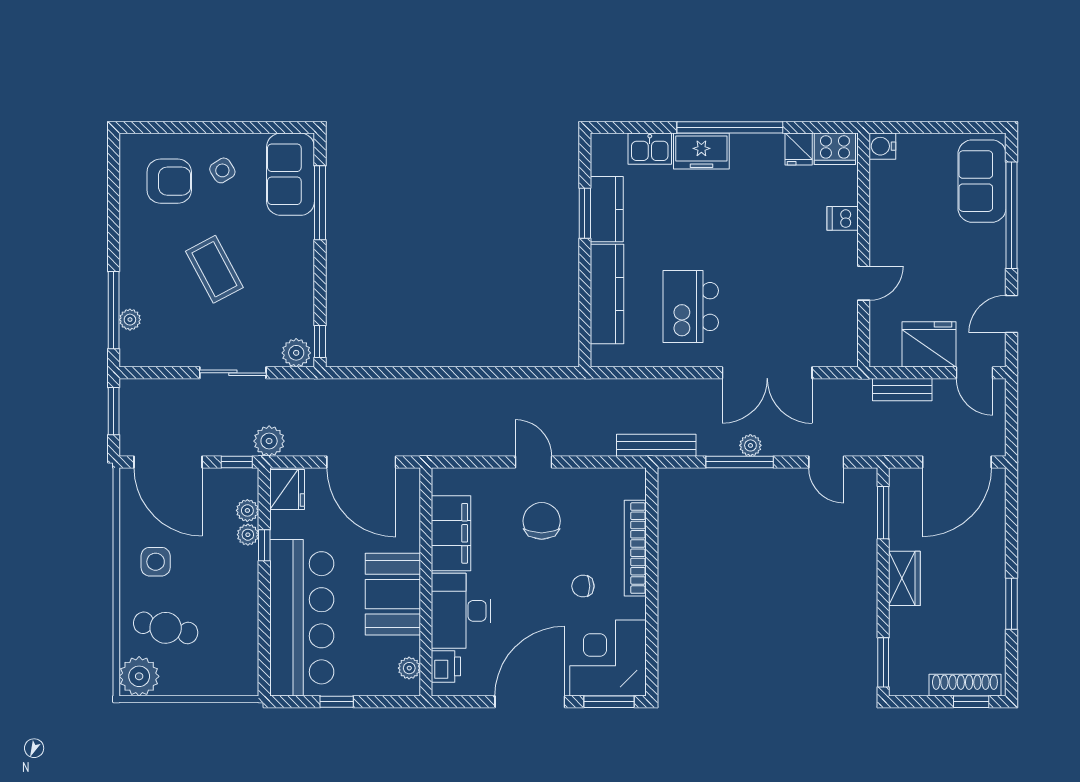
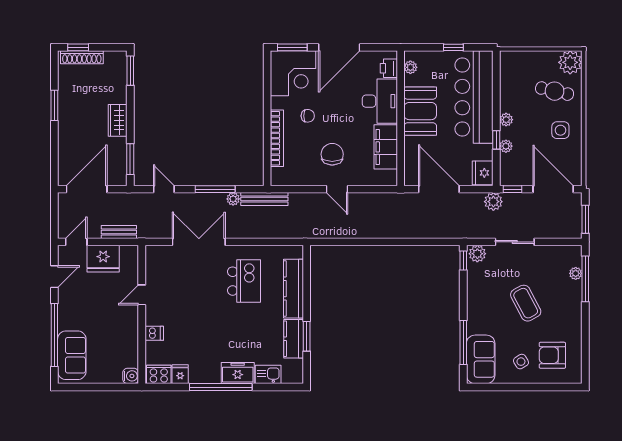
door: (975, 373) -> (76, 242), hinge flipped
plant: (750, 445) -> (233, 199), moved
plant: (247, 510) -> (506, 120), moved
chair: (542, 521) -> (332, 154), turned 180

